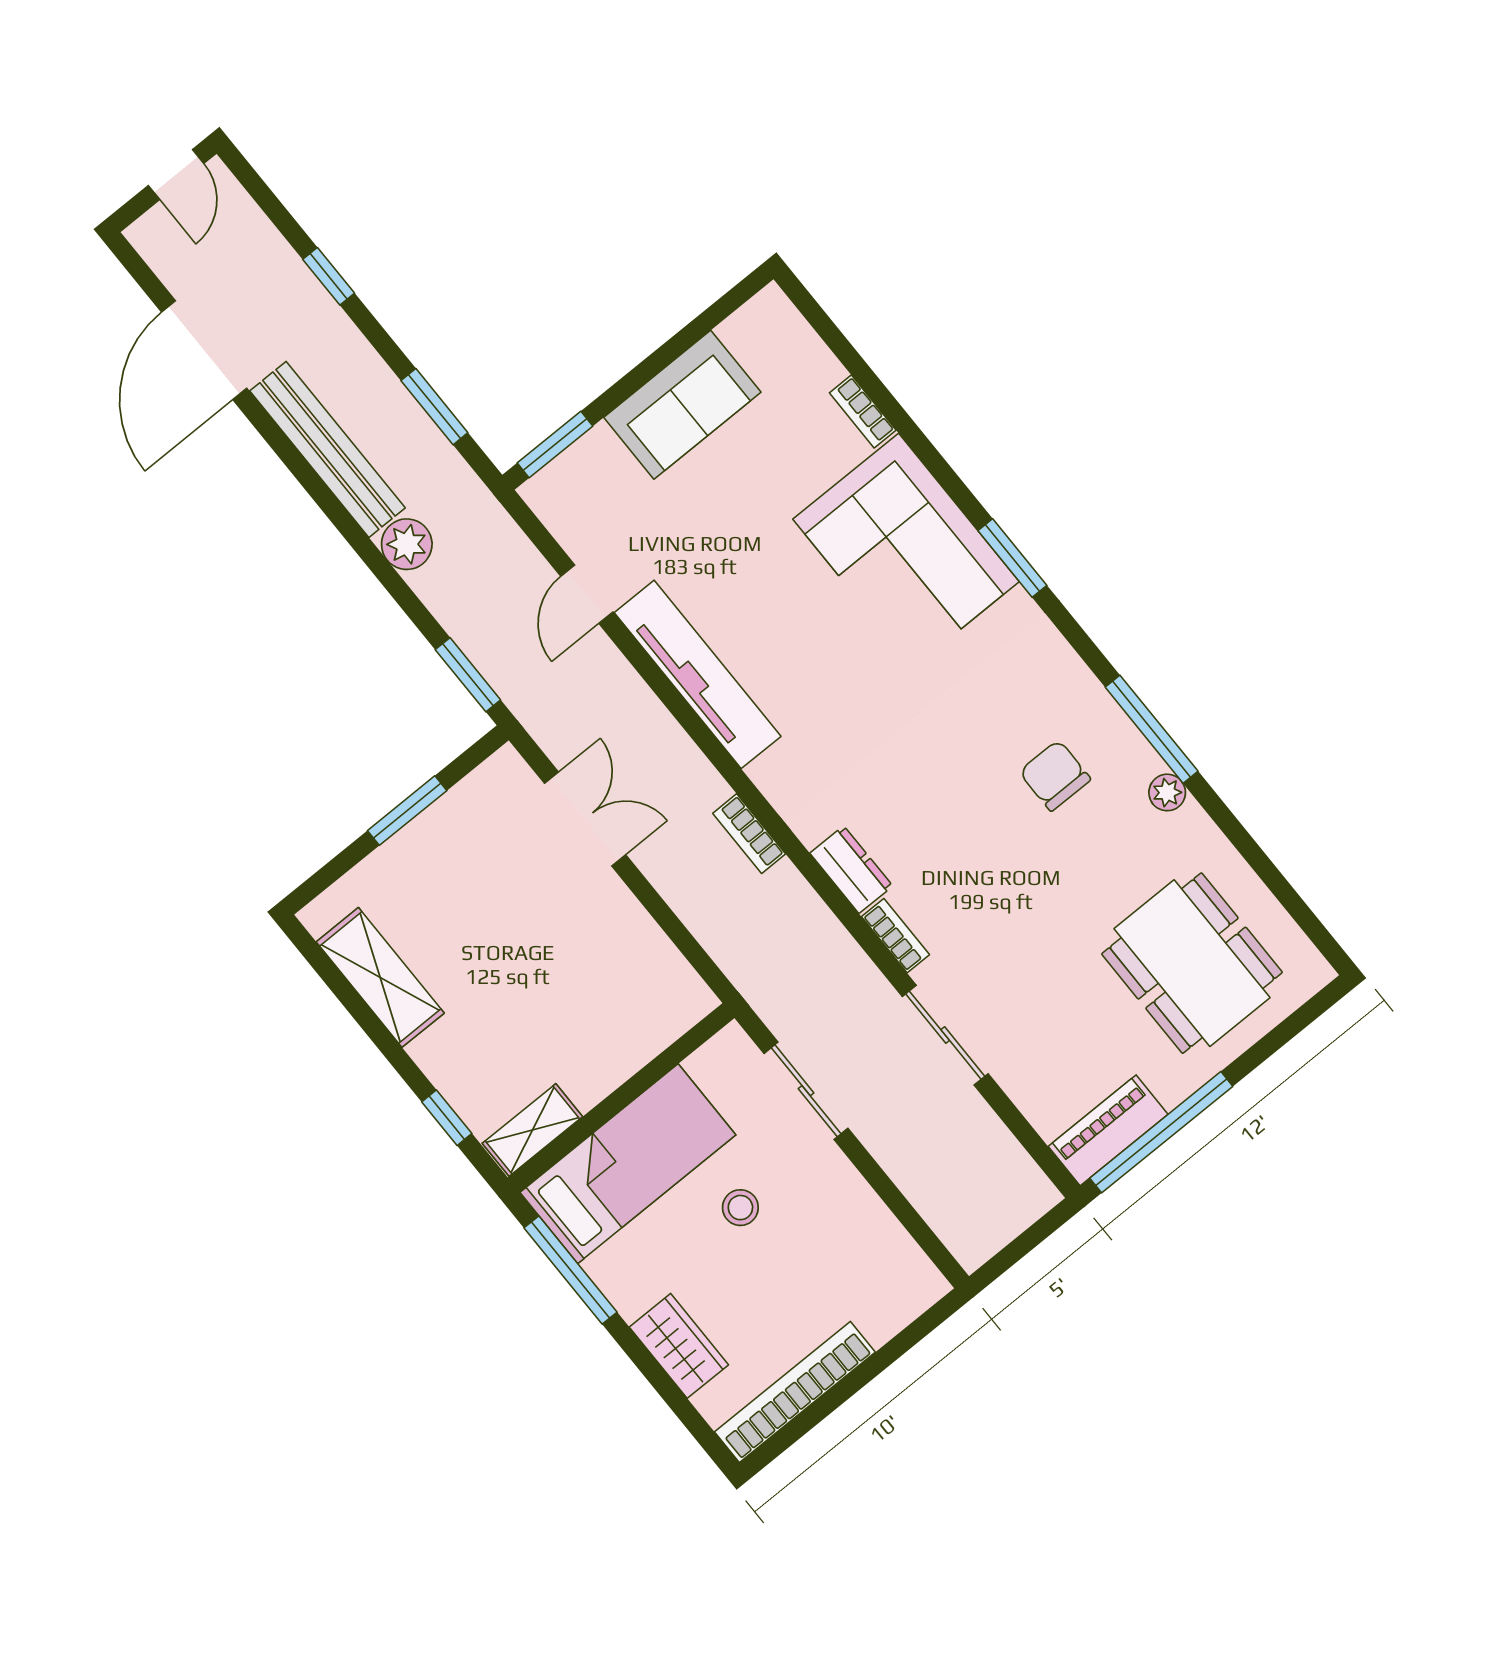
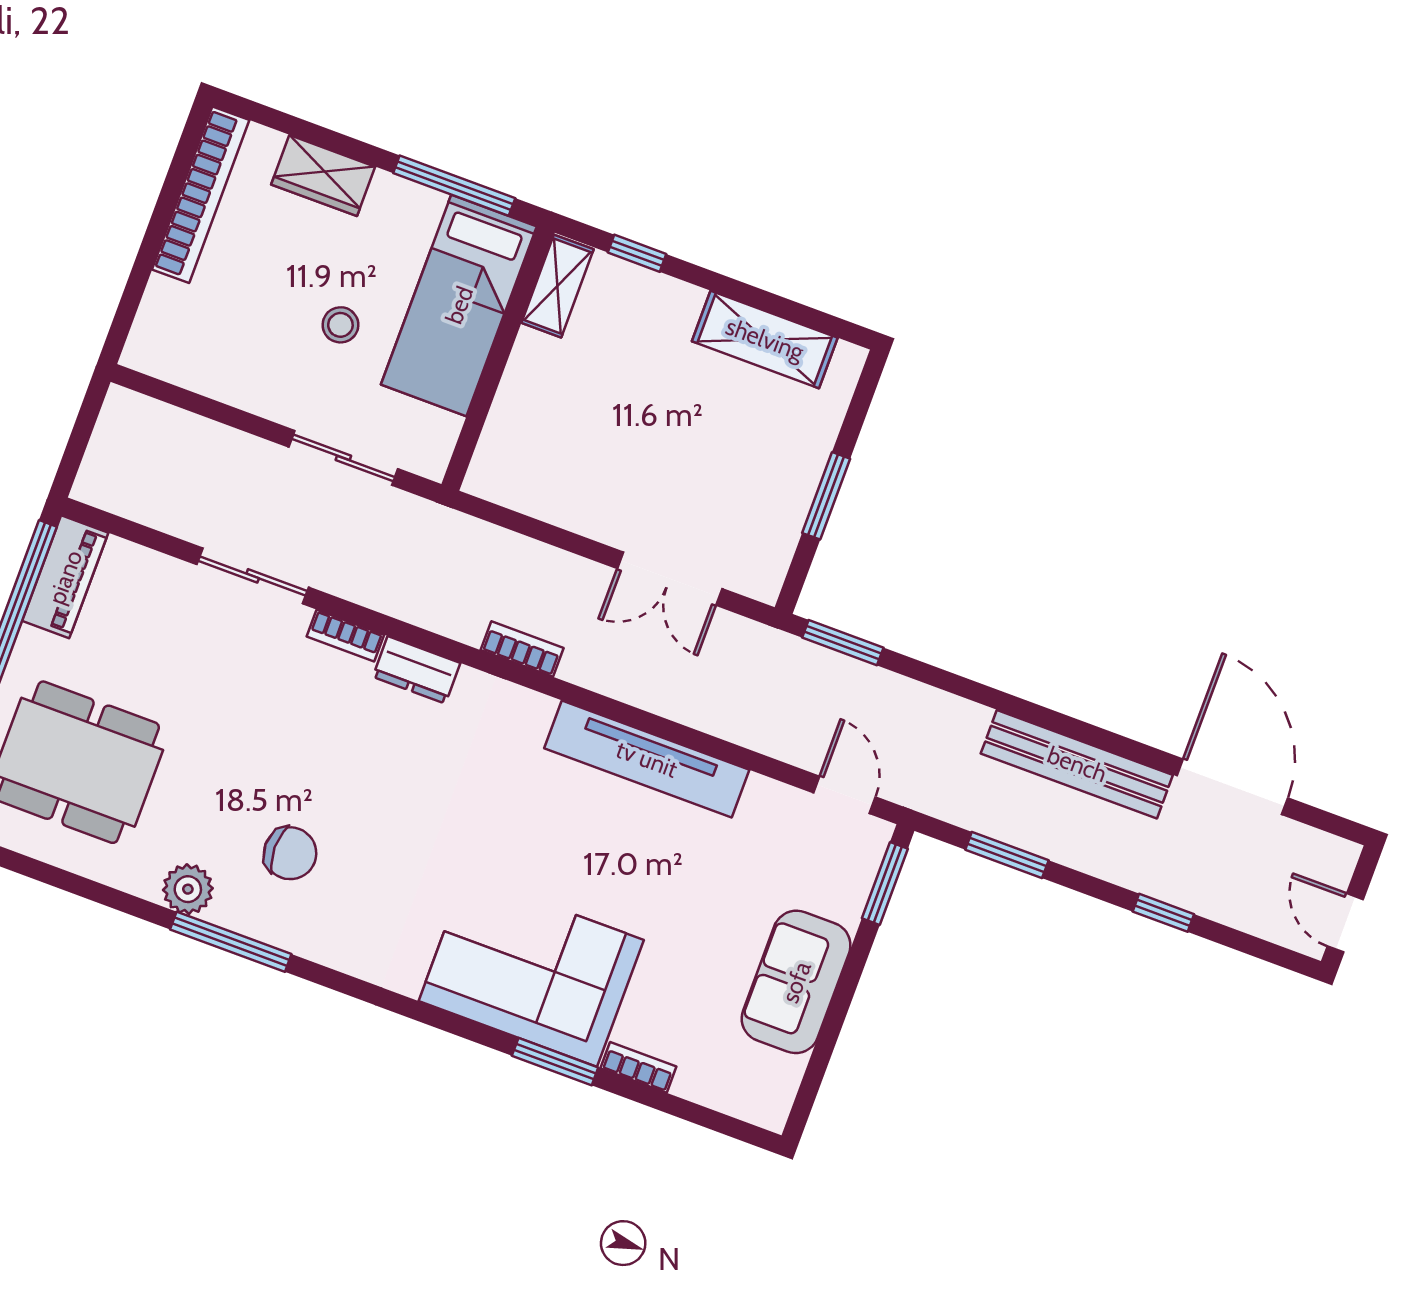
plant: (407, 544) -> (961, 723), removed
window: (1012, 558) -> (555, 1062), moved
door: (587, 594) -> (845, 795), moved
plant: (1167, 792) -> (188, 889), width x1.38, depth x1.38

